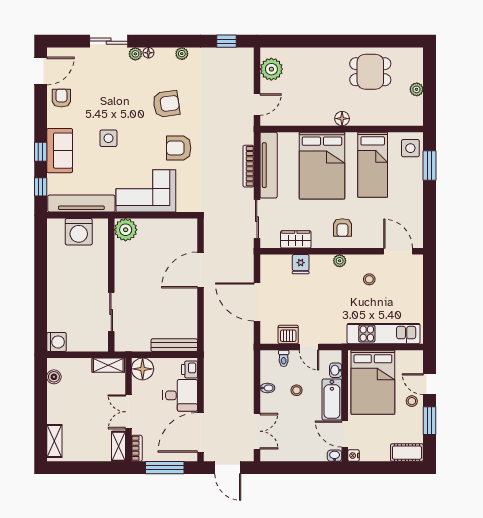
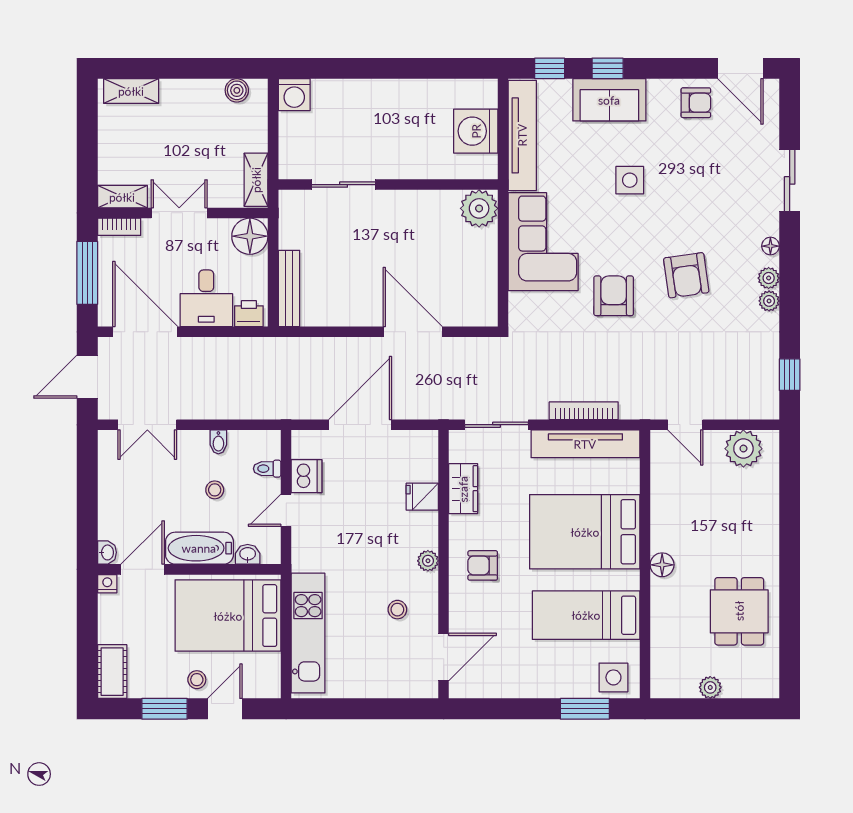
plant: (135, 54) -> (769, 278), moved

